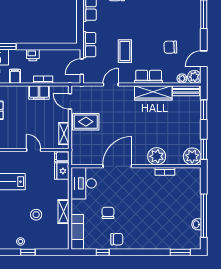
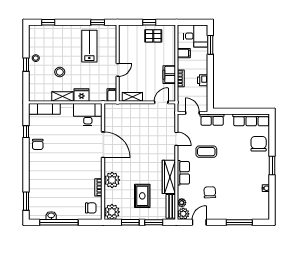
printer: (33, 55) -> (203, 80), moved
door: (204, 59) -> (199, 222), hinge flipped
rug: (86, 122) -> (142, 196), moved
window: (204, 149) -> (130, 222), moved
fridge: (62, 171) -> (82, 95), moved
chair: (108, 213) -> (91, 208), moved

